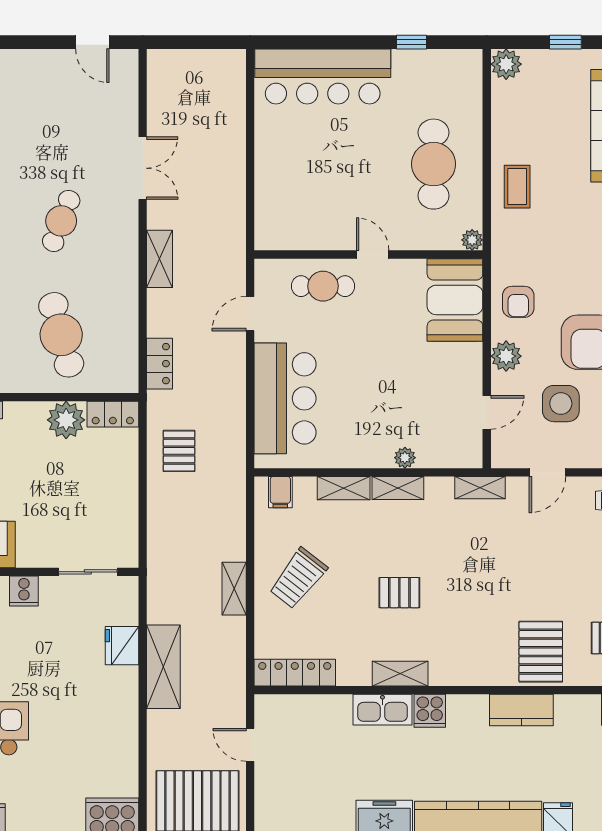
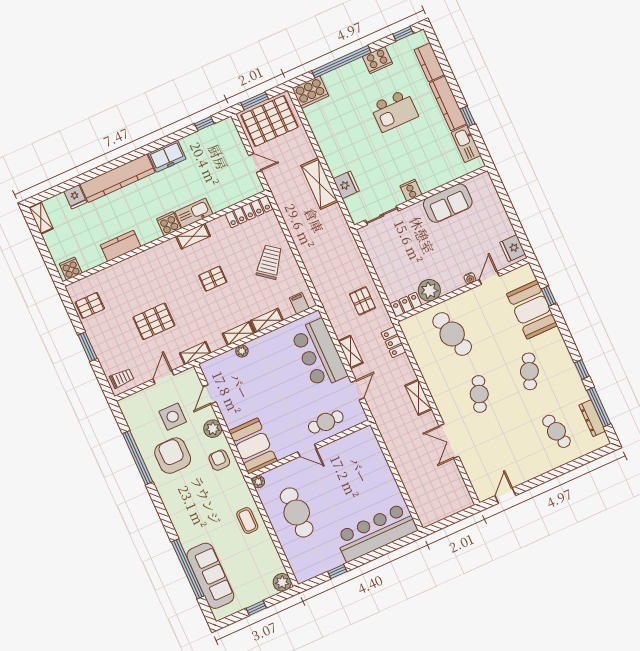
door: (92, 42) -> (505, 496), hinge flipped
shelving: (234, 589) -> (351, 352), moved
pallet: (541, 652) -> (154, 321), moved, turned 90

